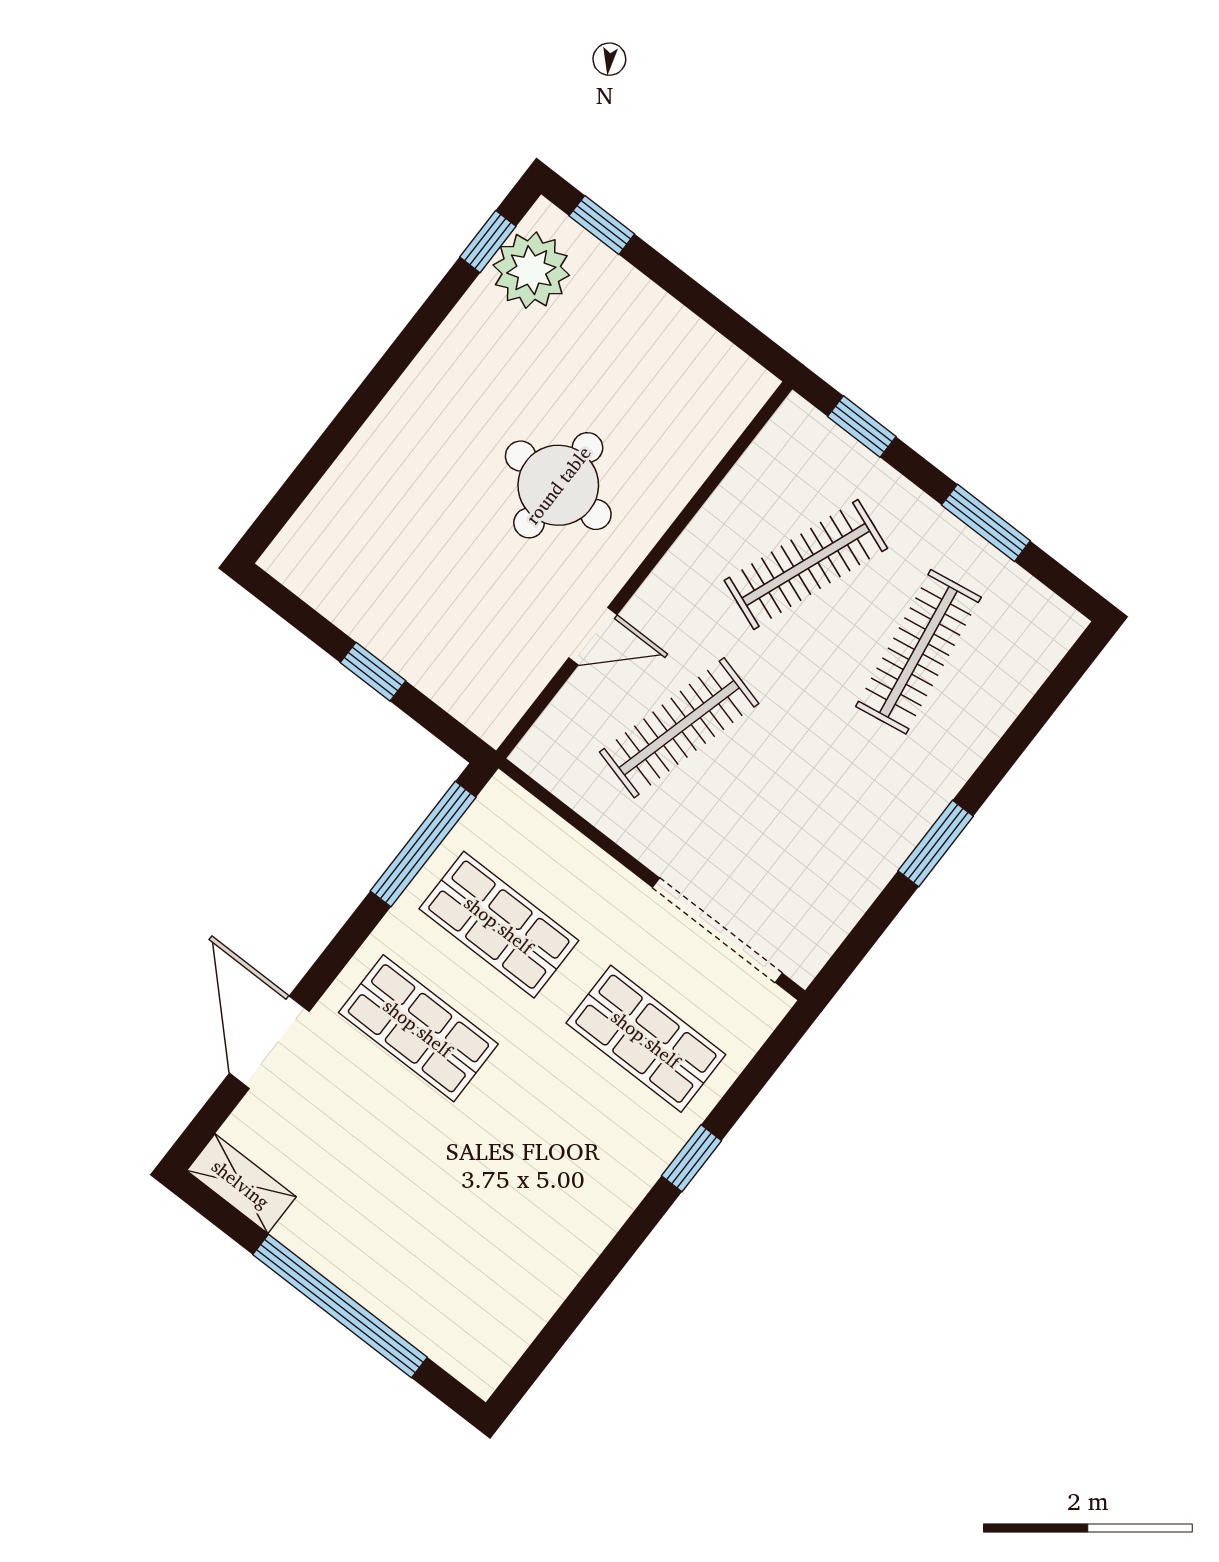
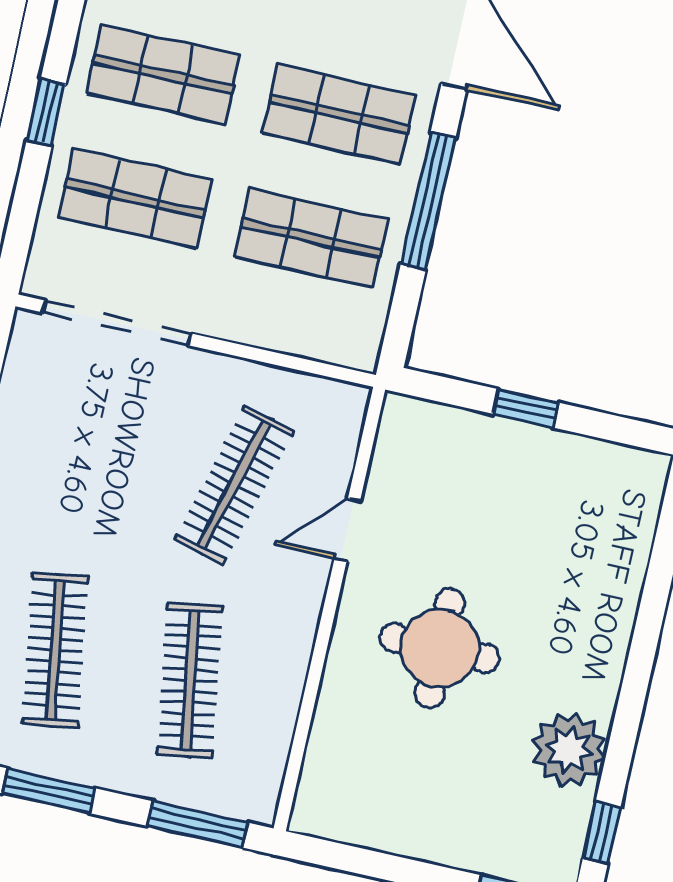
plant: (531, 270) -> (569, 749), moved
window: (862, 426) -> (198, 824), width x1.50
clothes rail: (806, 564) -> (190, 680), turned -30
window: (423, 844) -> (428, 201), moved
shop shelf: (566, 1142) -> (163, 74), added

